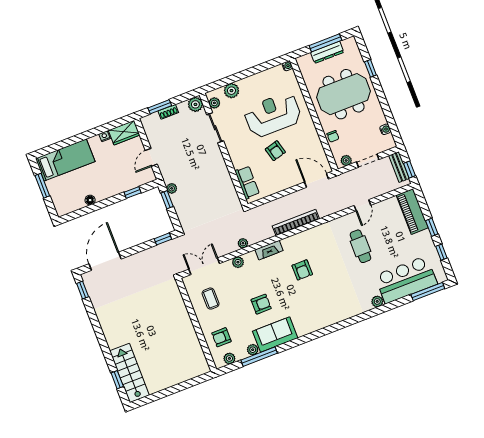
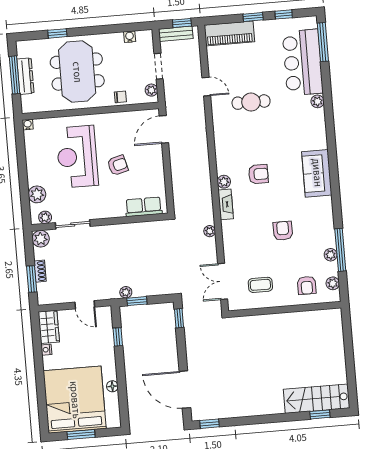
bed: (65, 160) -> (75, 400), width x2.04
bookcase: (296, 222) -> (204, 166), removed
plant: (238, 262) -> (224, 182), moved
sofa: (275, 335) -> (317, 173), moved

